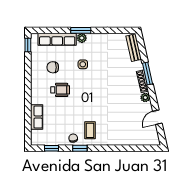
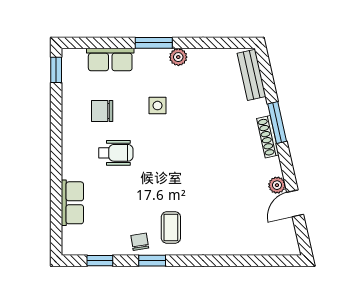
plant: (82, 38) -> (178, 57), moved
row of seats: (57, 39) -> (110, 60), width x0.68
plant: (145, 98) -> (277, 185), moved

